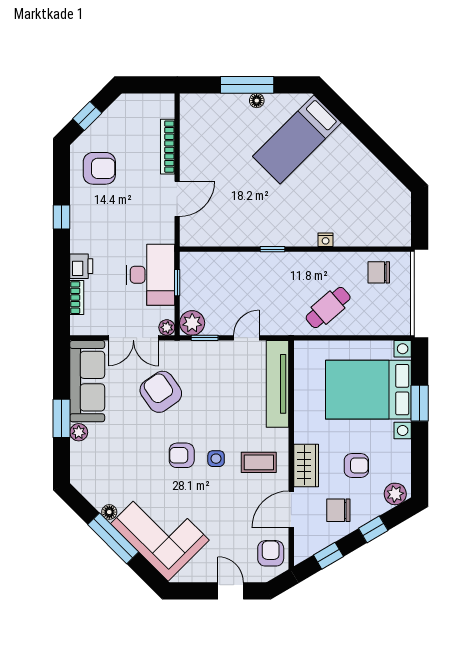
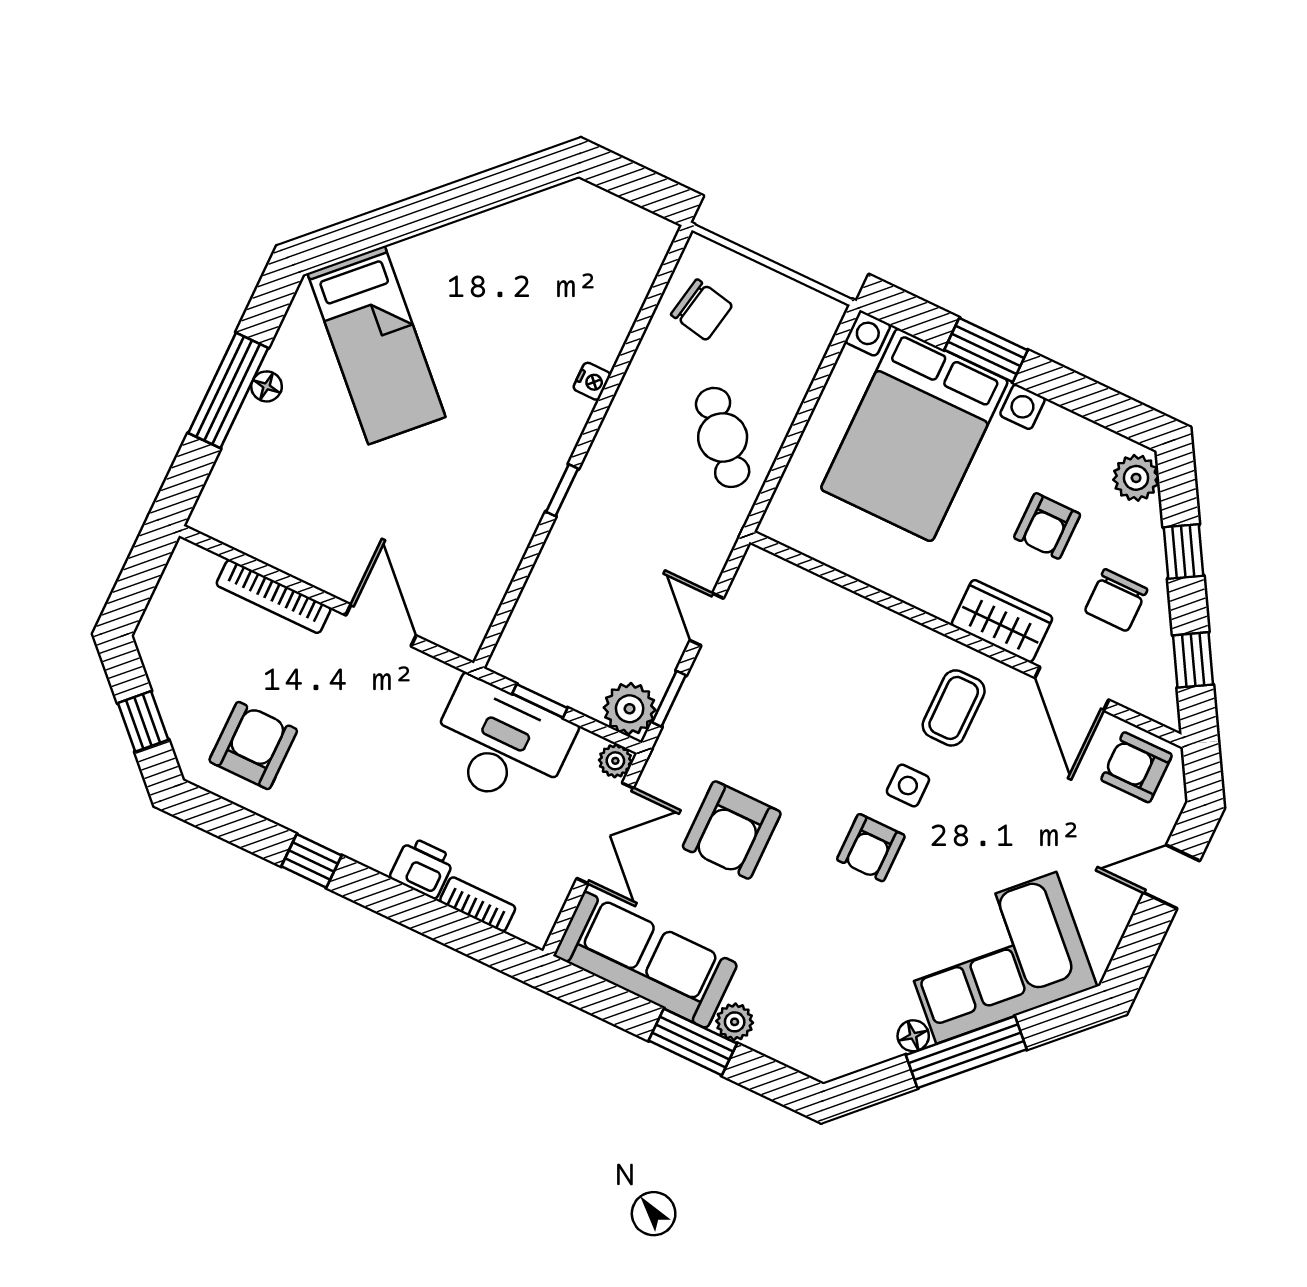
chair: (379, 272) -> (702, 310), turned -79
tv unit: (278, 384) -> (822, 602), removed
armchair: (161, 392) -> (732, 830), turned -55
armchair: (356, 465) -> (1047, 526), turned 180

